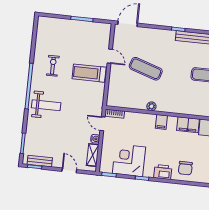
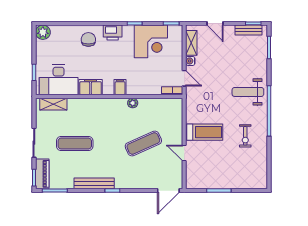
exercise mat: (146, 69) -> (143, 143), turned -42

